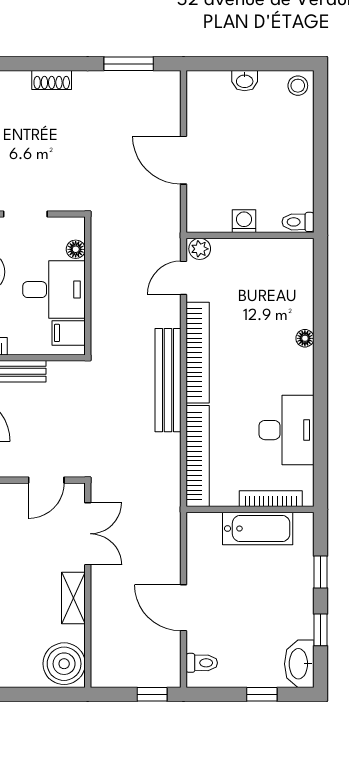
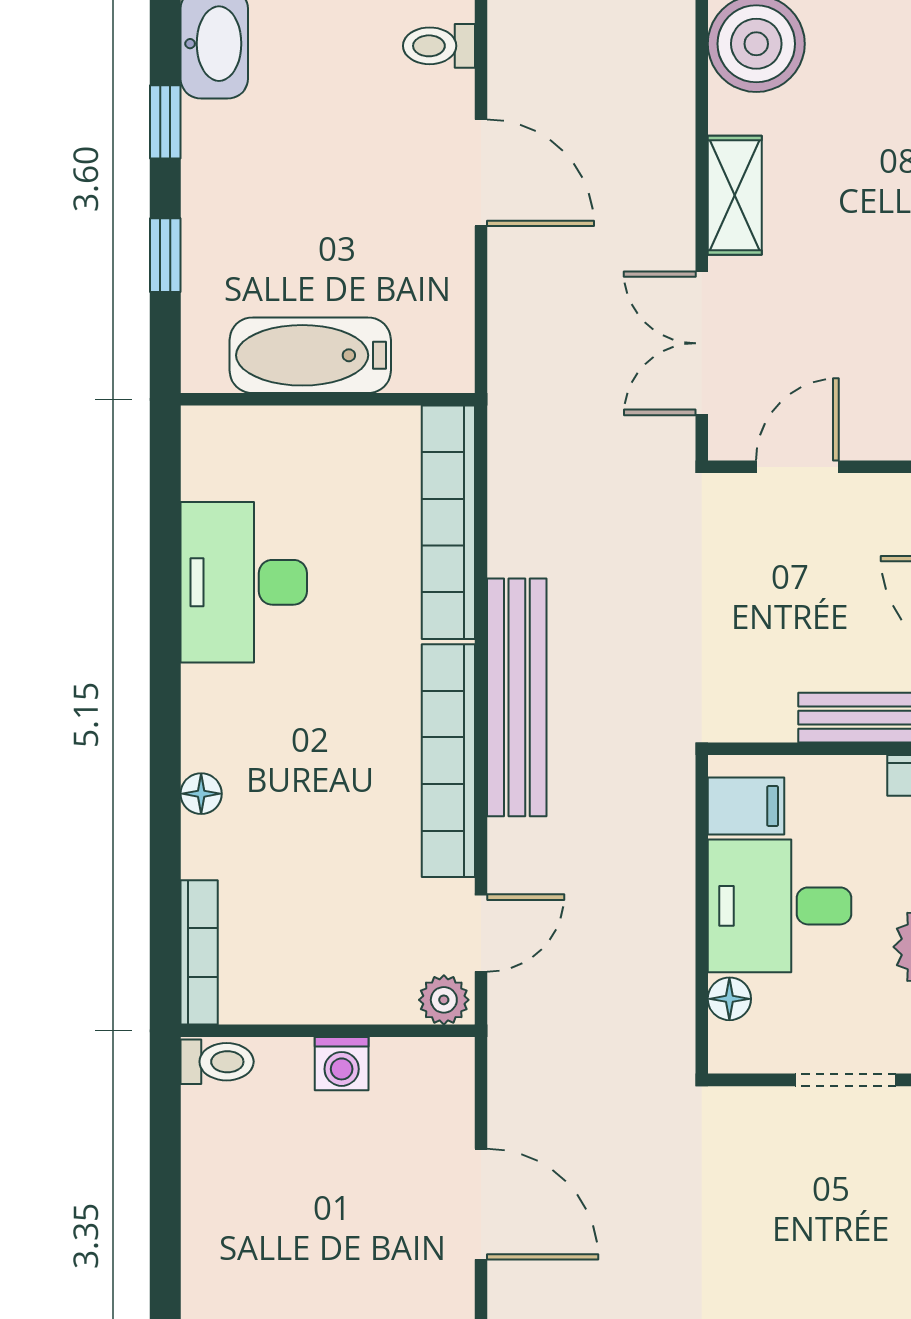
bookcase: (271, 499) -> (199, 952), moved, turned -90

